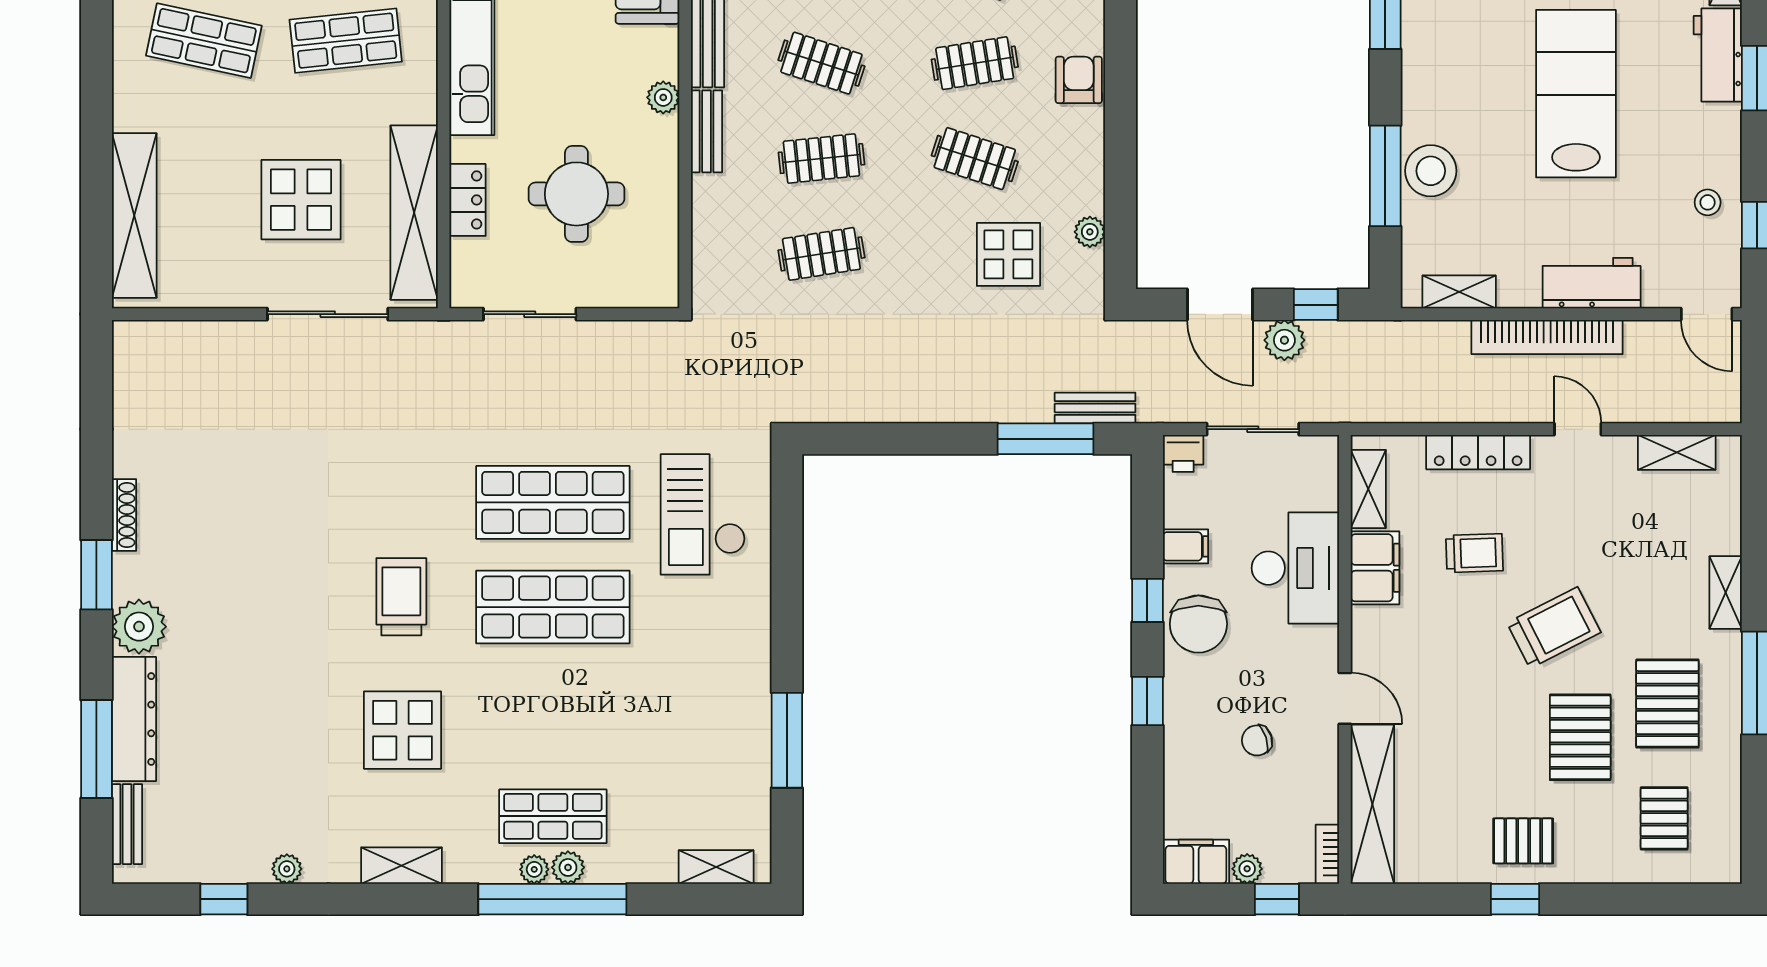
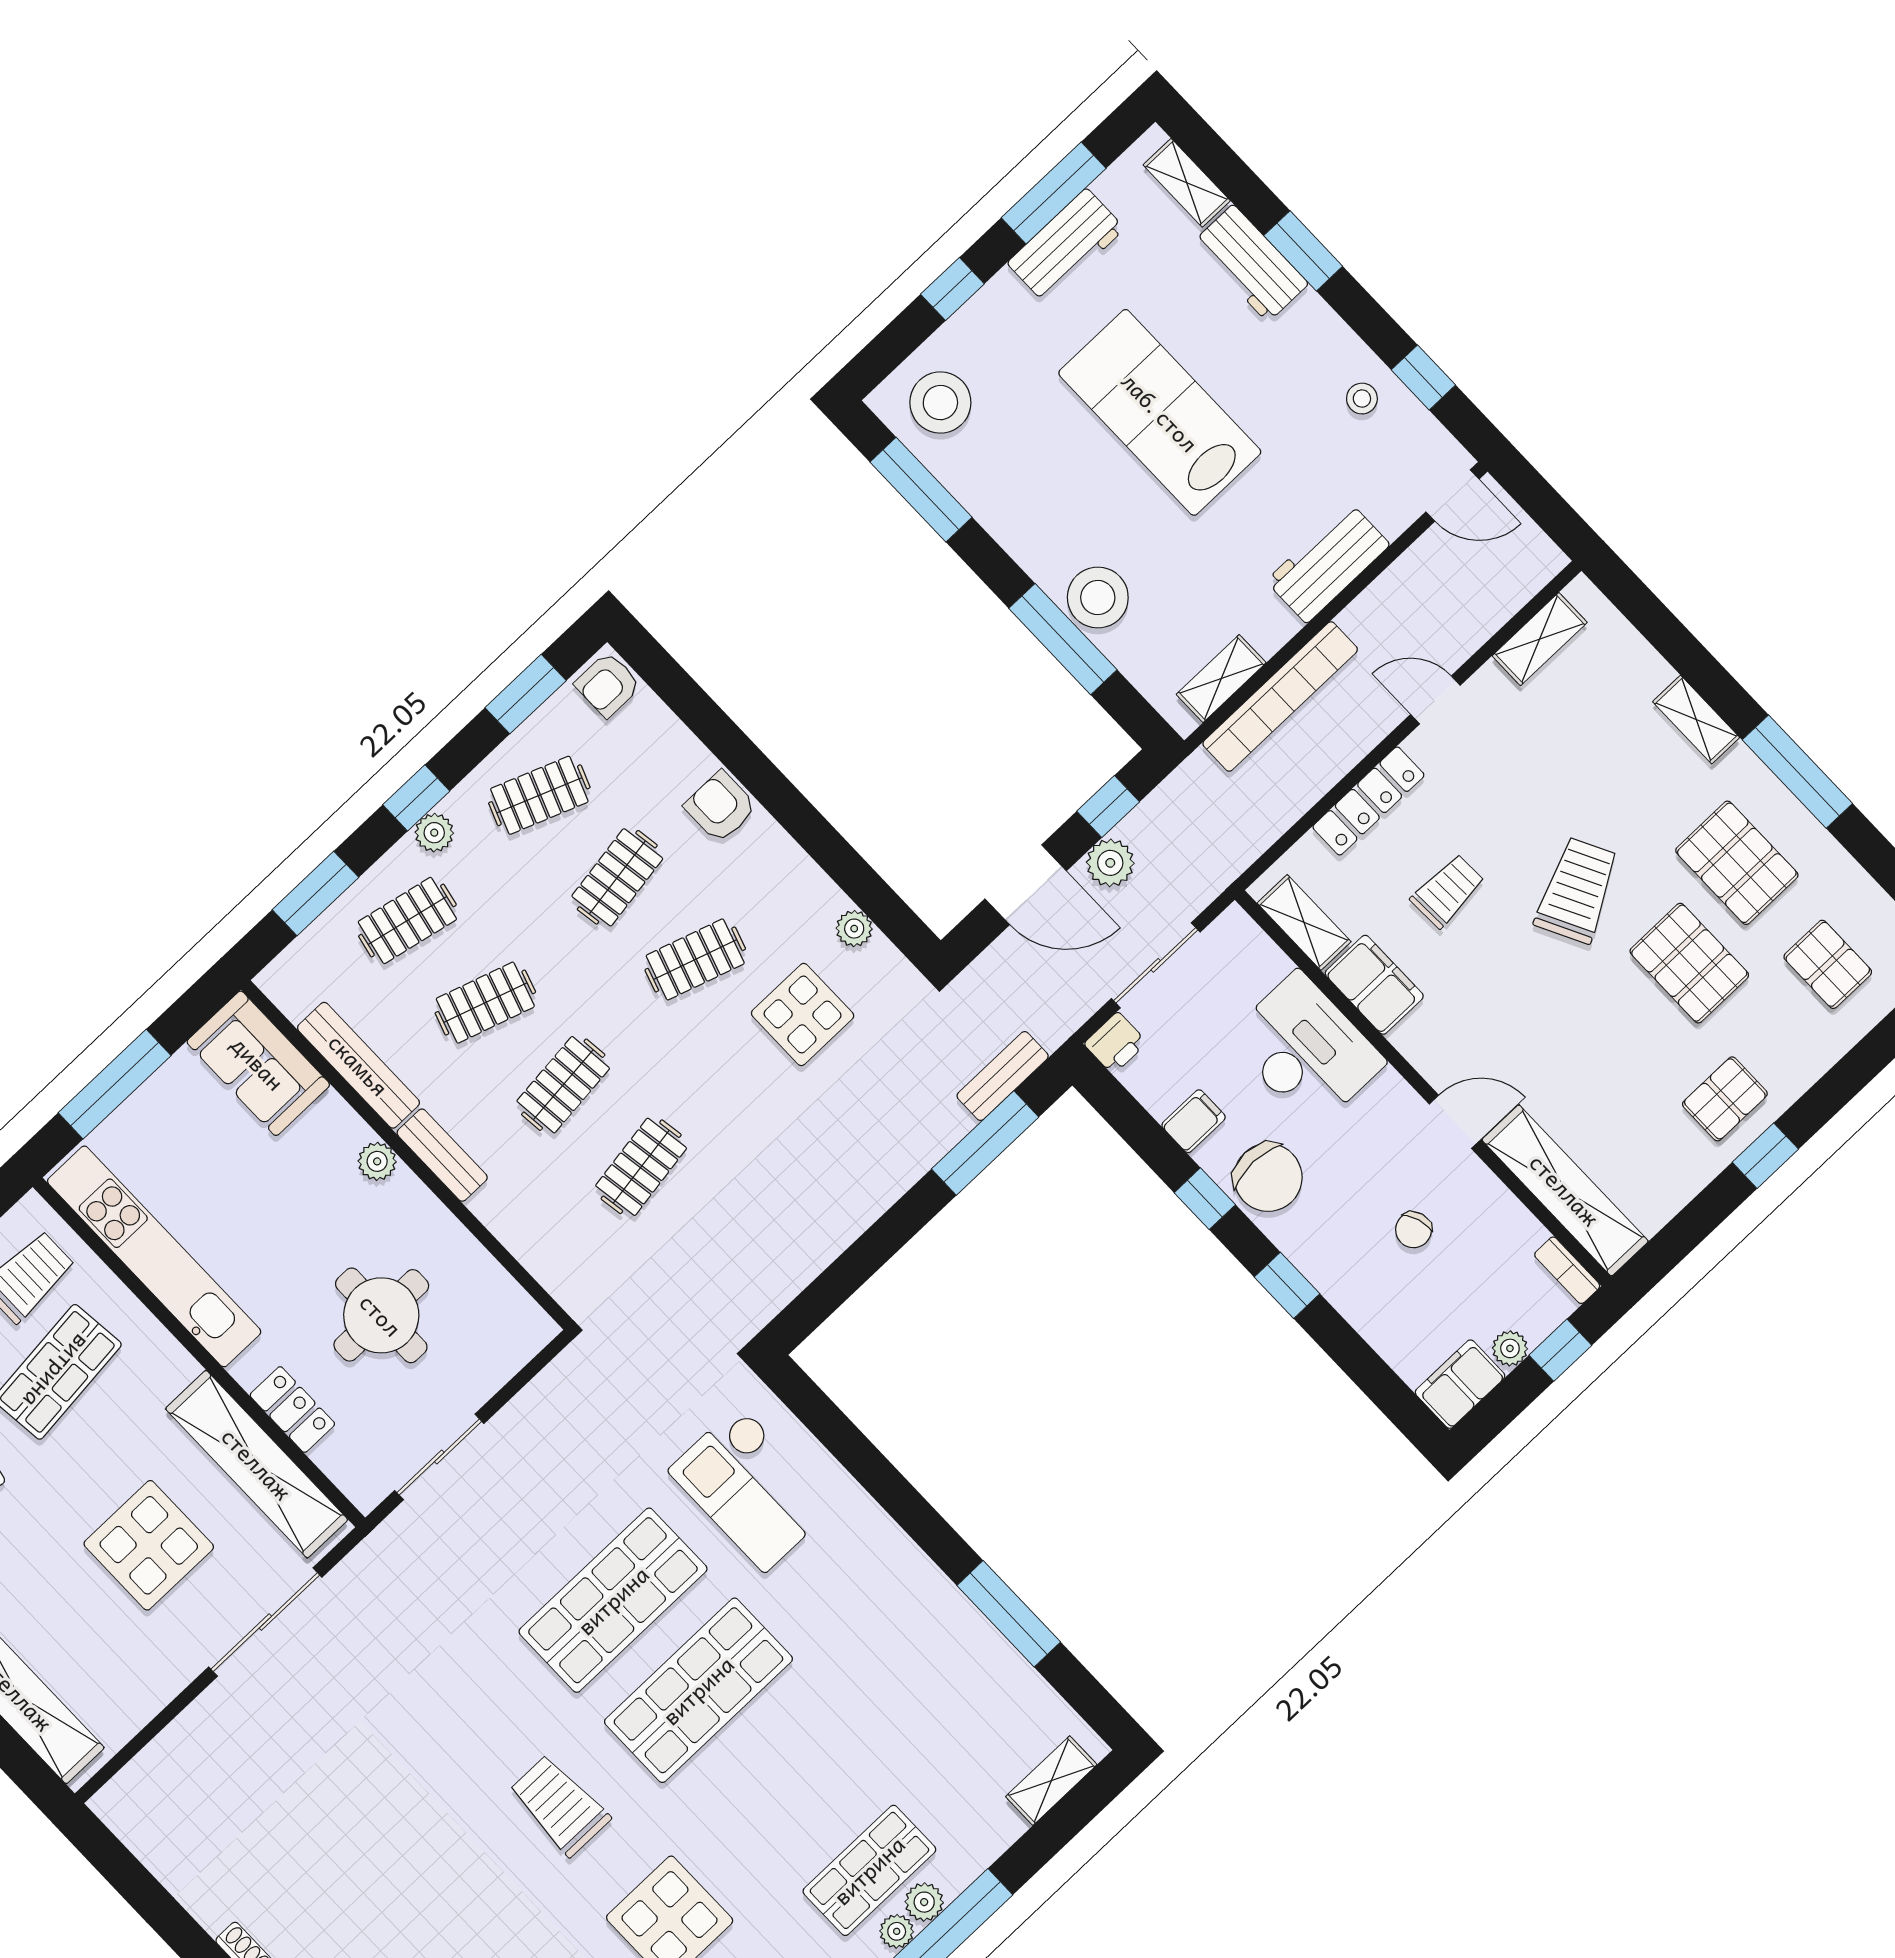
bookcase: (1547, 337) -> (1280, 697), moved

